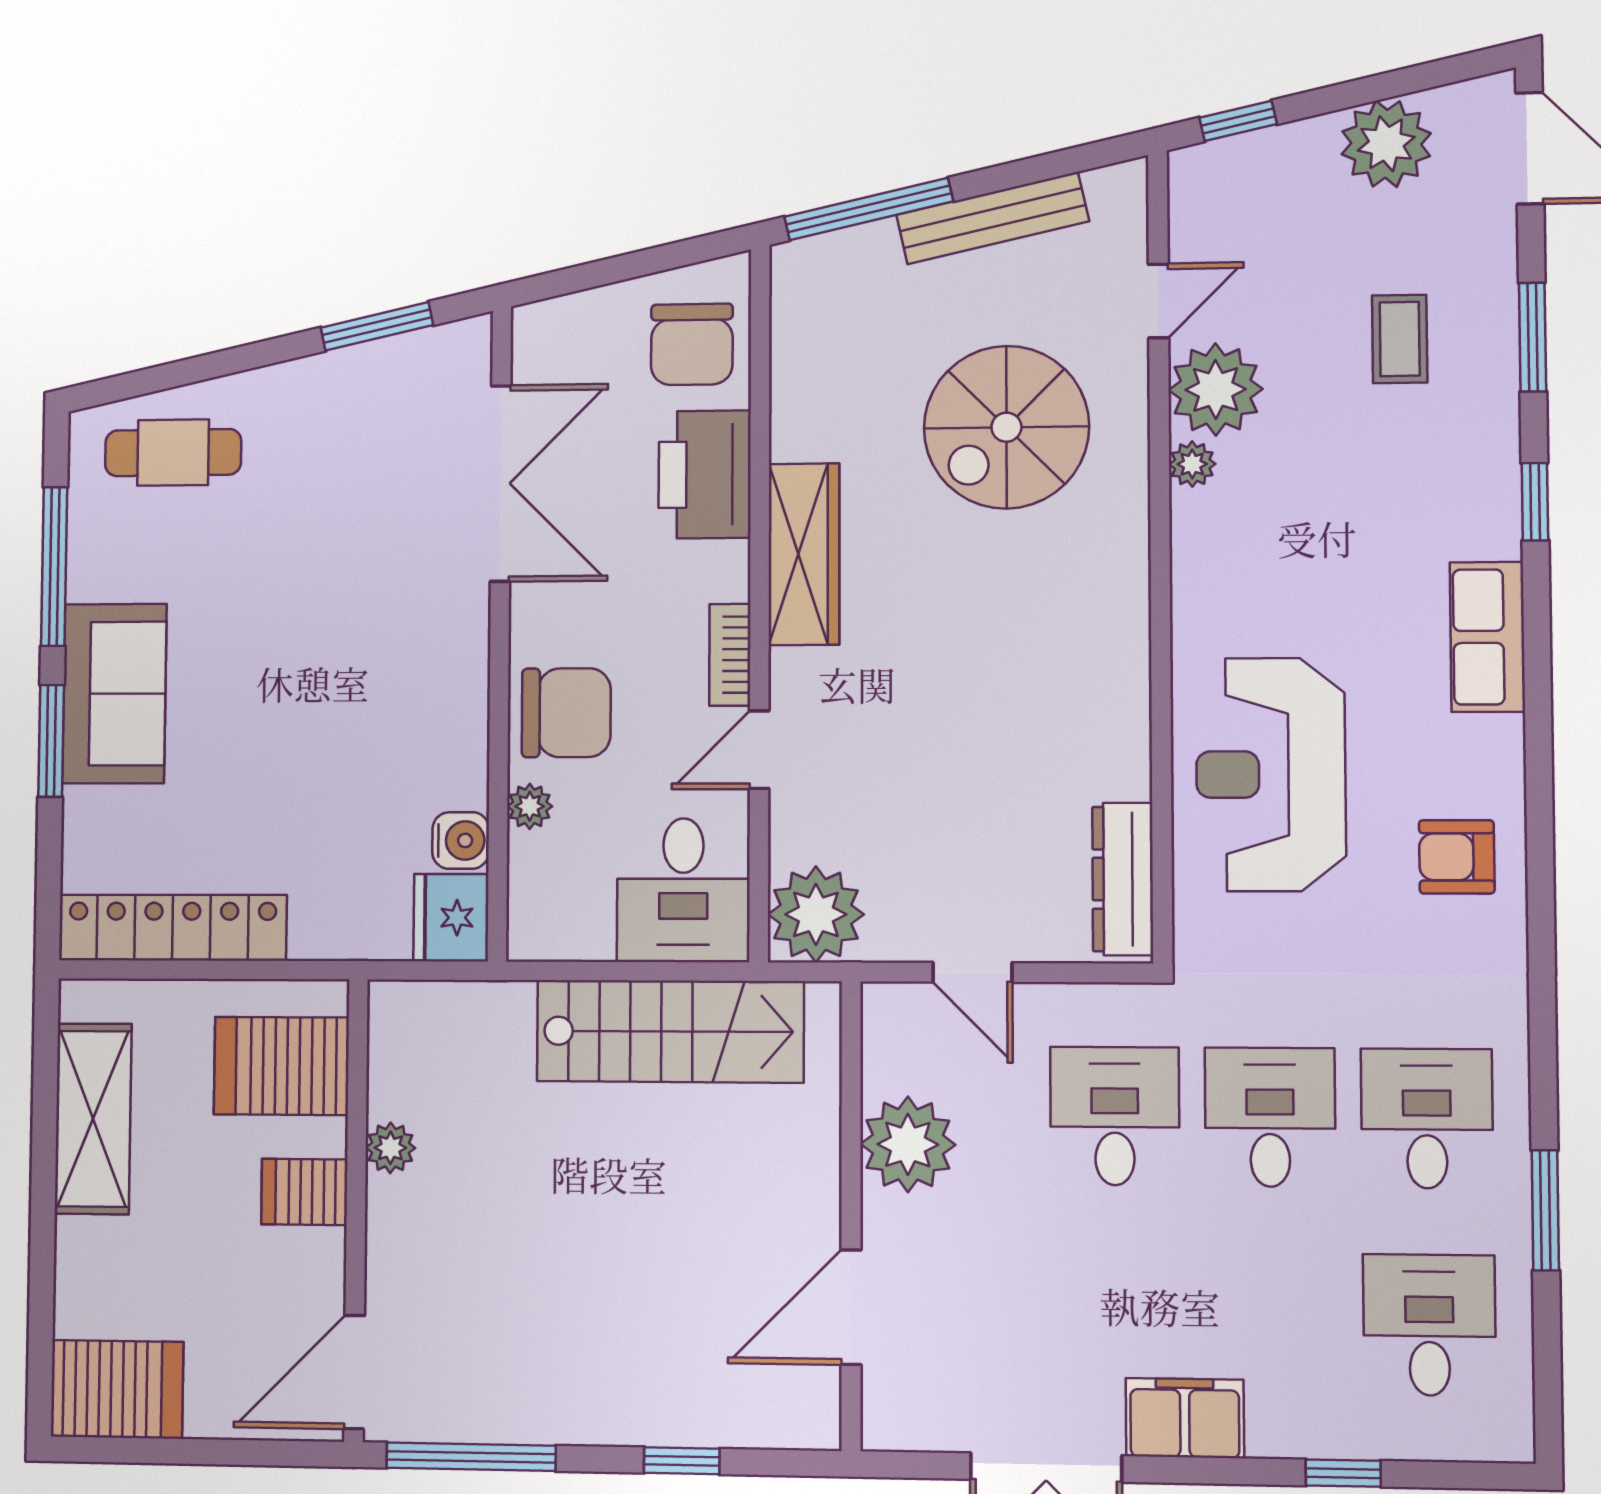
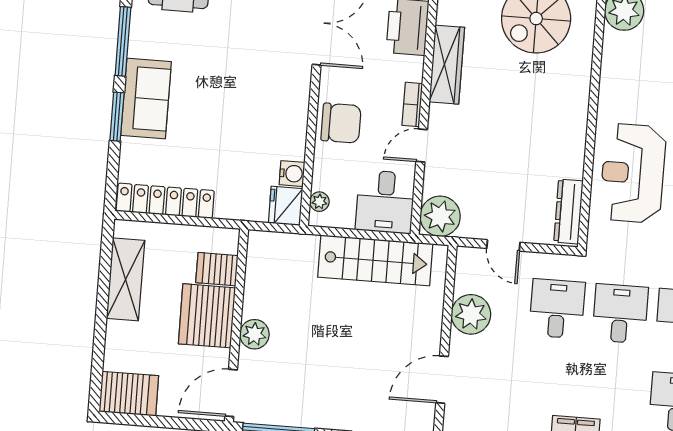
plant: (1192, 464) -> (612, 41), removed
plant: (530, 806) -> (319, 202), moved
server rack: (281, 1066) -> (217, 269), width x0.73, depth x0.70
plant: (390, 1148) -> (254, 334), moved, width x1.38, depth x1.38
server rack: (304, 1192) -> (207, 316), width x2.18, depth x1.44

